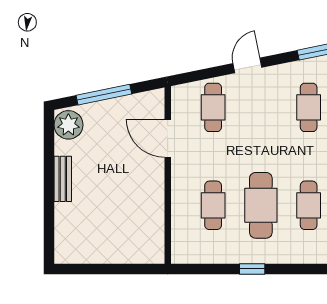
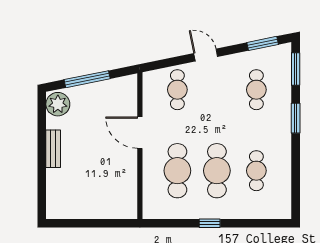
door: (247, 65) -> (206, 55), hinge flipped
door: (168, 138) -> (140, 133), moved
cafe table: (213, 205) -> (177, 171), width x1.37, depth x1.35

